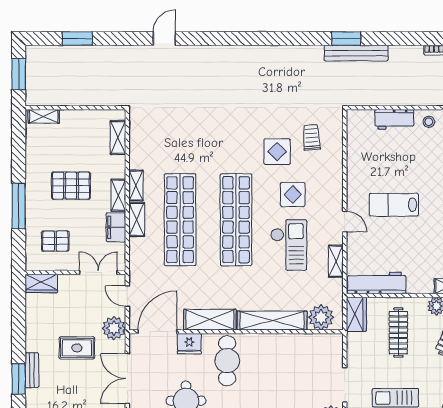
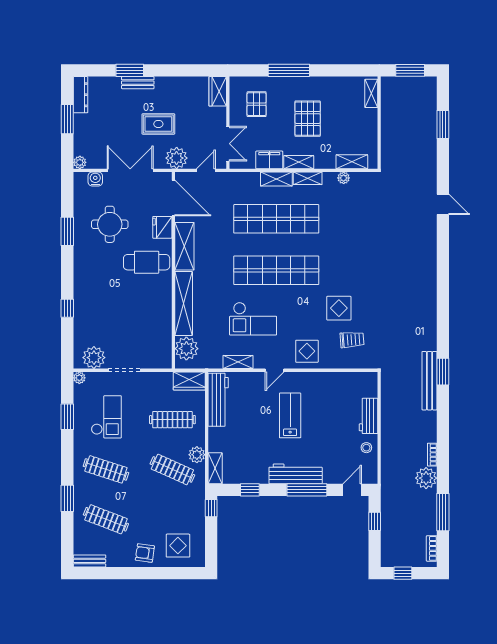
plant: (136, 147) -> (344, 178), added
display table: (293, 194) -> (307, 351), moved
rug: (77, 348) -> (158, 124), turned 90

